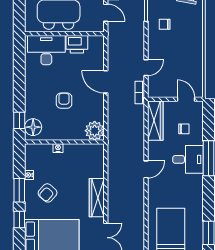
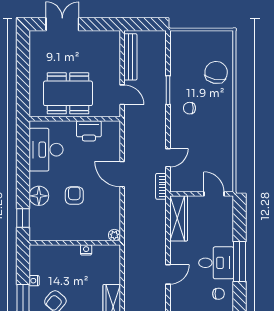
desk: (46, 50) -> (46, 150), moved, turned -90
floor lamp: (33, 127) -> (39, 196), moved
chair: (184, 129) -> (218, 294), moved
plant: (95, 131) -> (114, 235), width x0.53, depth x0.53
nightstand: (58, 148) -> (86, 250), moved

